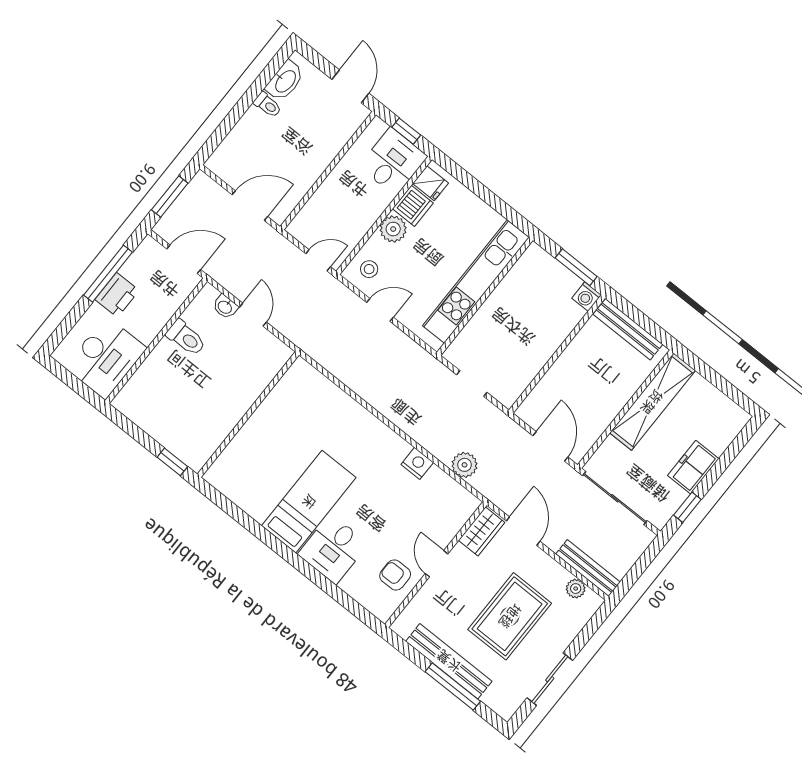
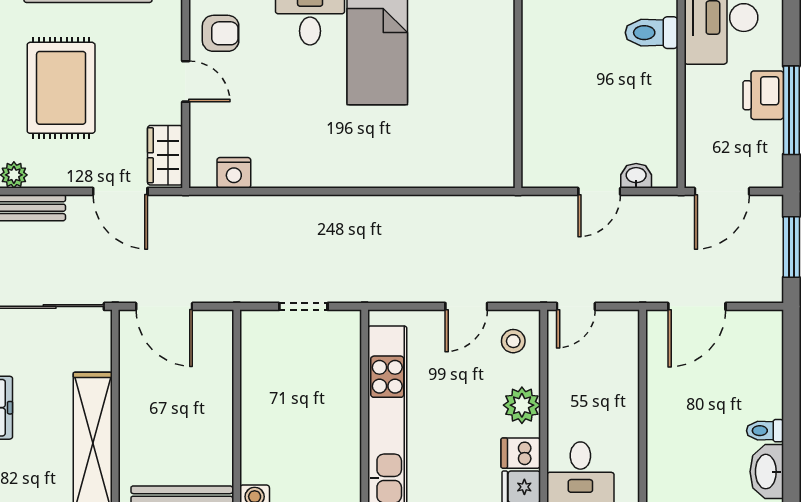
dishwasher: (413, 206) -> (521, 453), width x0.73
door: (253, 315) -> (599, 191), hinge flipped
toilet: (186, 338) -> (652, 33), moved
nightstand: (417, 463) -> (234, 173), moved
plant: (465, 465) -> (241, 212), removed

